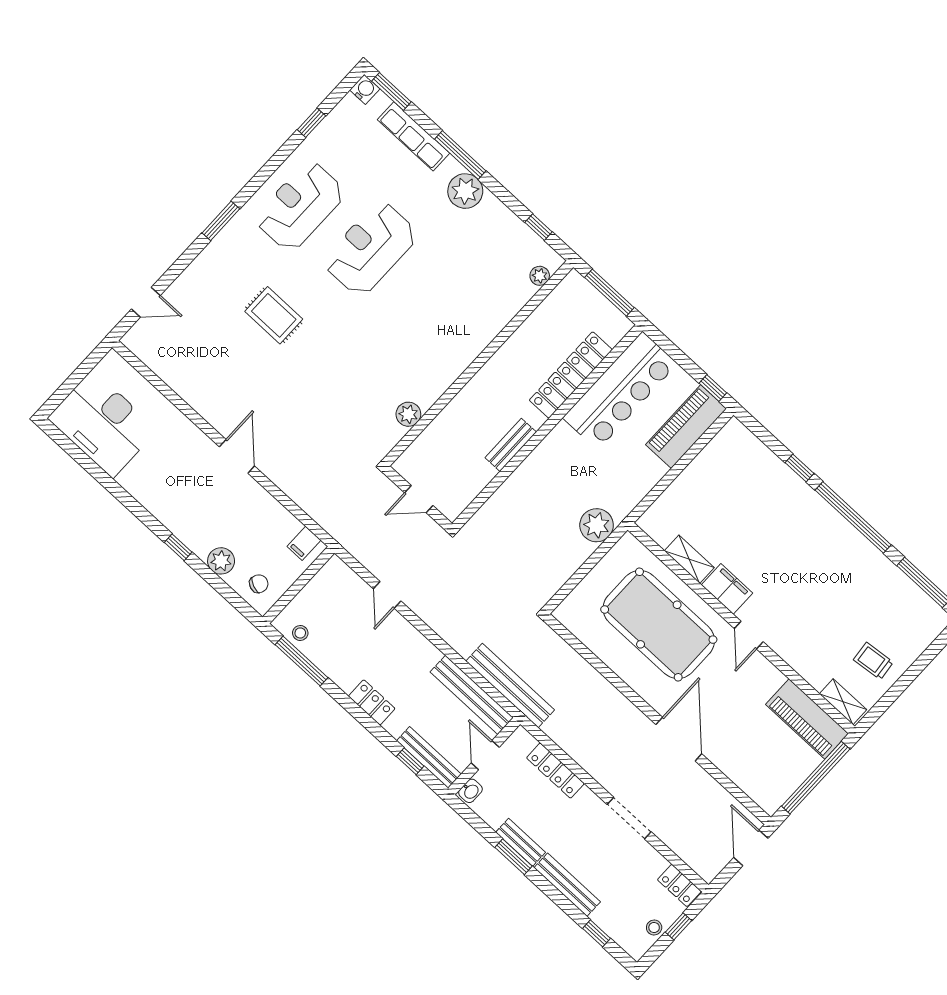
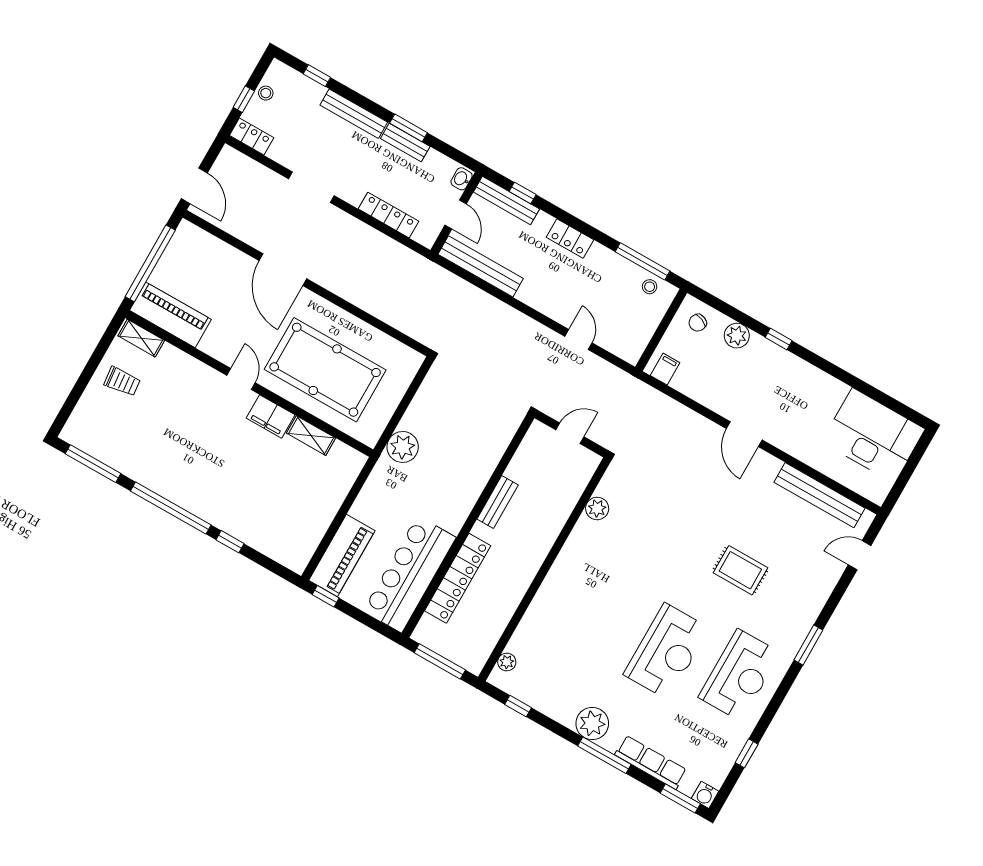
bench: (510, 686) -> (820, 495), moved

